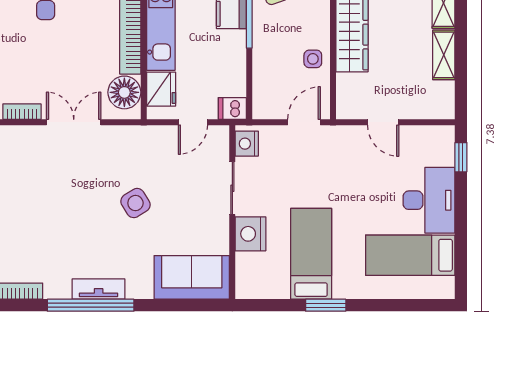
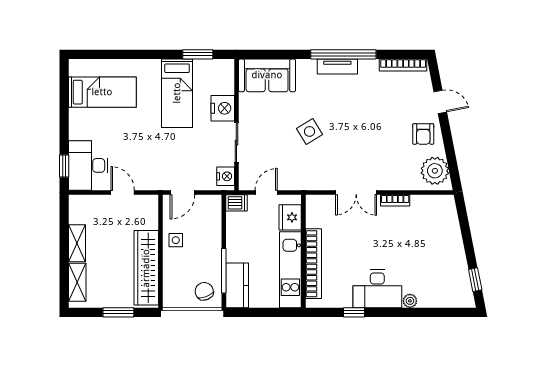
floor lamp: (124, 92) -> (318, 215), removed
desk: (429, 200) -> (88, 165), moved
window: (326, 305) -> (198, 54), moved

